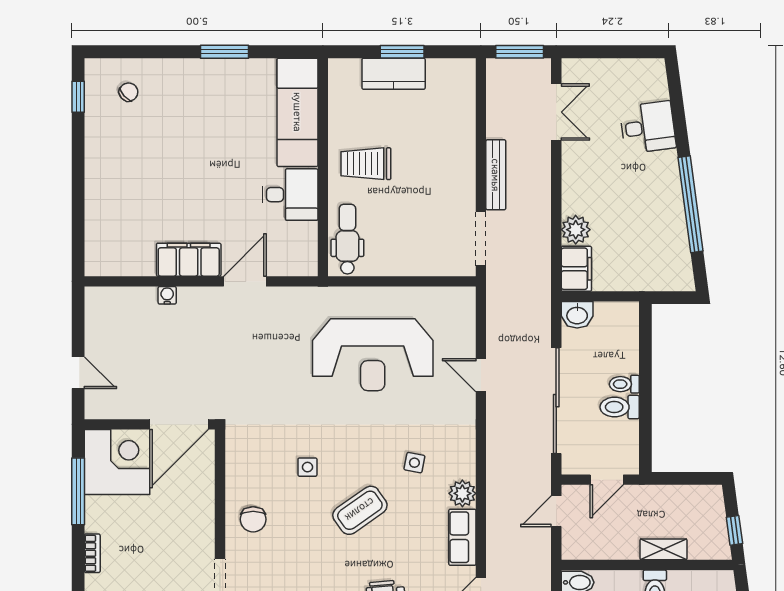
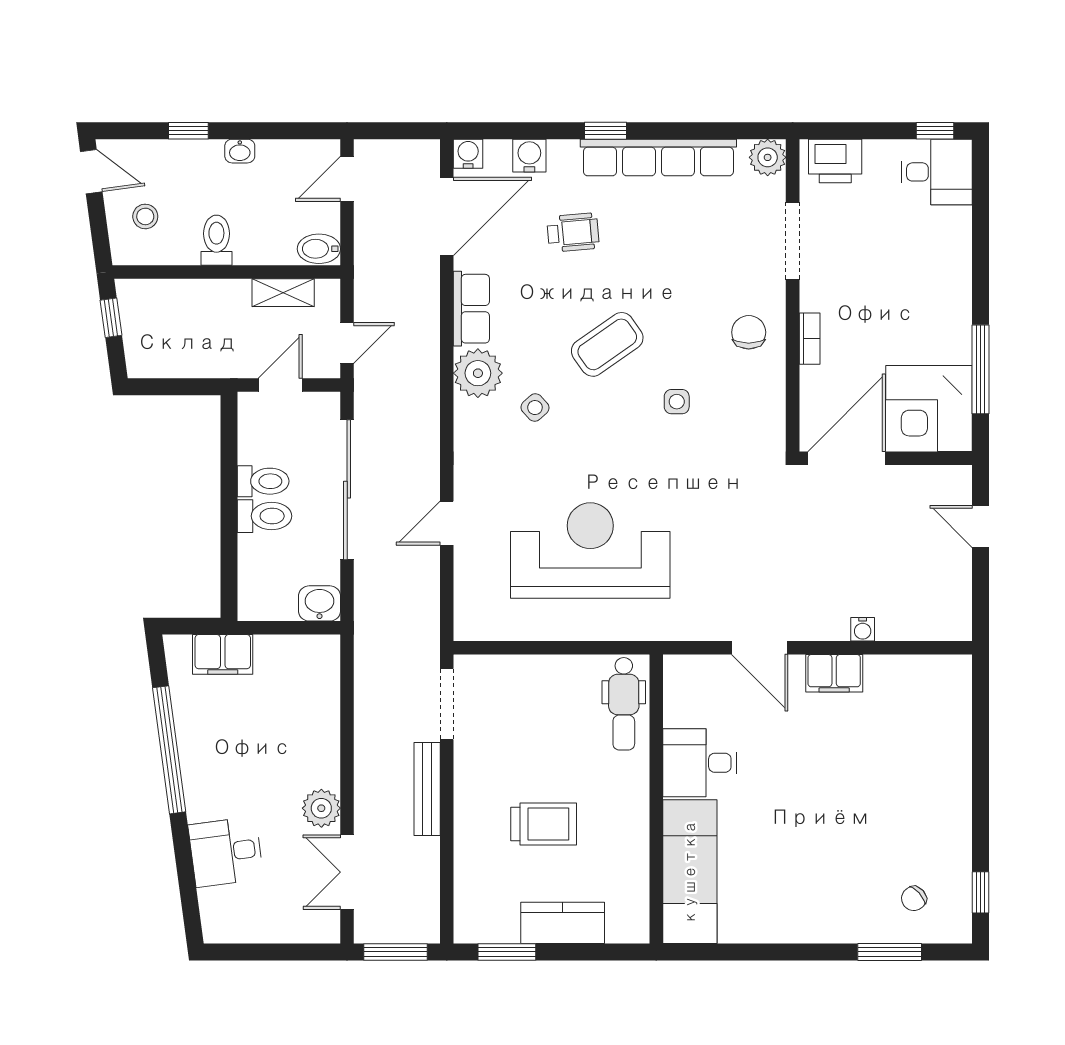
window: (224, 52) -> (890, 952), moved
window: (402, 52) -> (507, 952), moved
trolley: (366, 164) -> (544, 824), moved
plant: (576, 230) -> (321, 808), moved
filing cabinet: (189, 260) -> (834, 673), width x0.67, depth x0.86
filing cabinet: (576, 269) -> (223, 654), moved, turned -90
door: (245, 281) -> (760, 648), hinge flipped
door: (481, 375) -> (447, 523), swing flipped
toilet: (624, 384) -> (265, 516), width x1.37, depth x1.39
side table: (414, 463) -> (535, 408), turned 37
plant: (462, 493) -> (478, 373), width x1.36, depth x1.36
shelving: (663, 549) -> (283, 293), moved
bookcase: (92, 553) -> (810, 339), moved, turned 180

